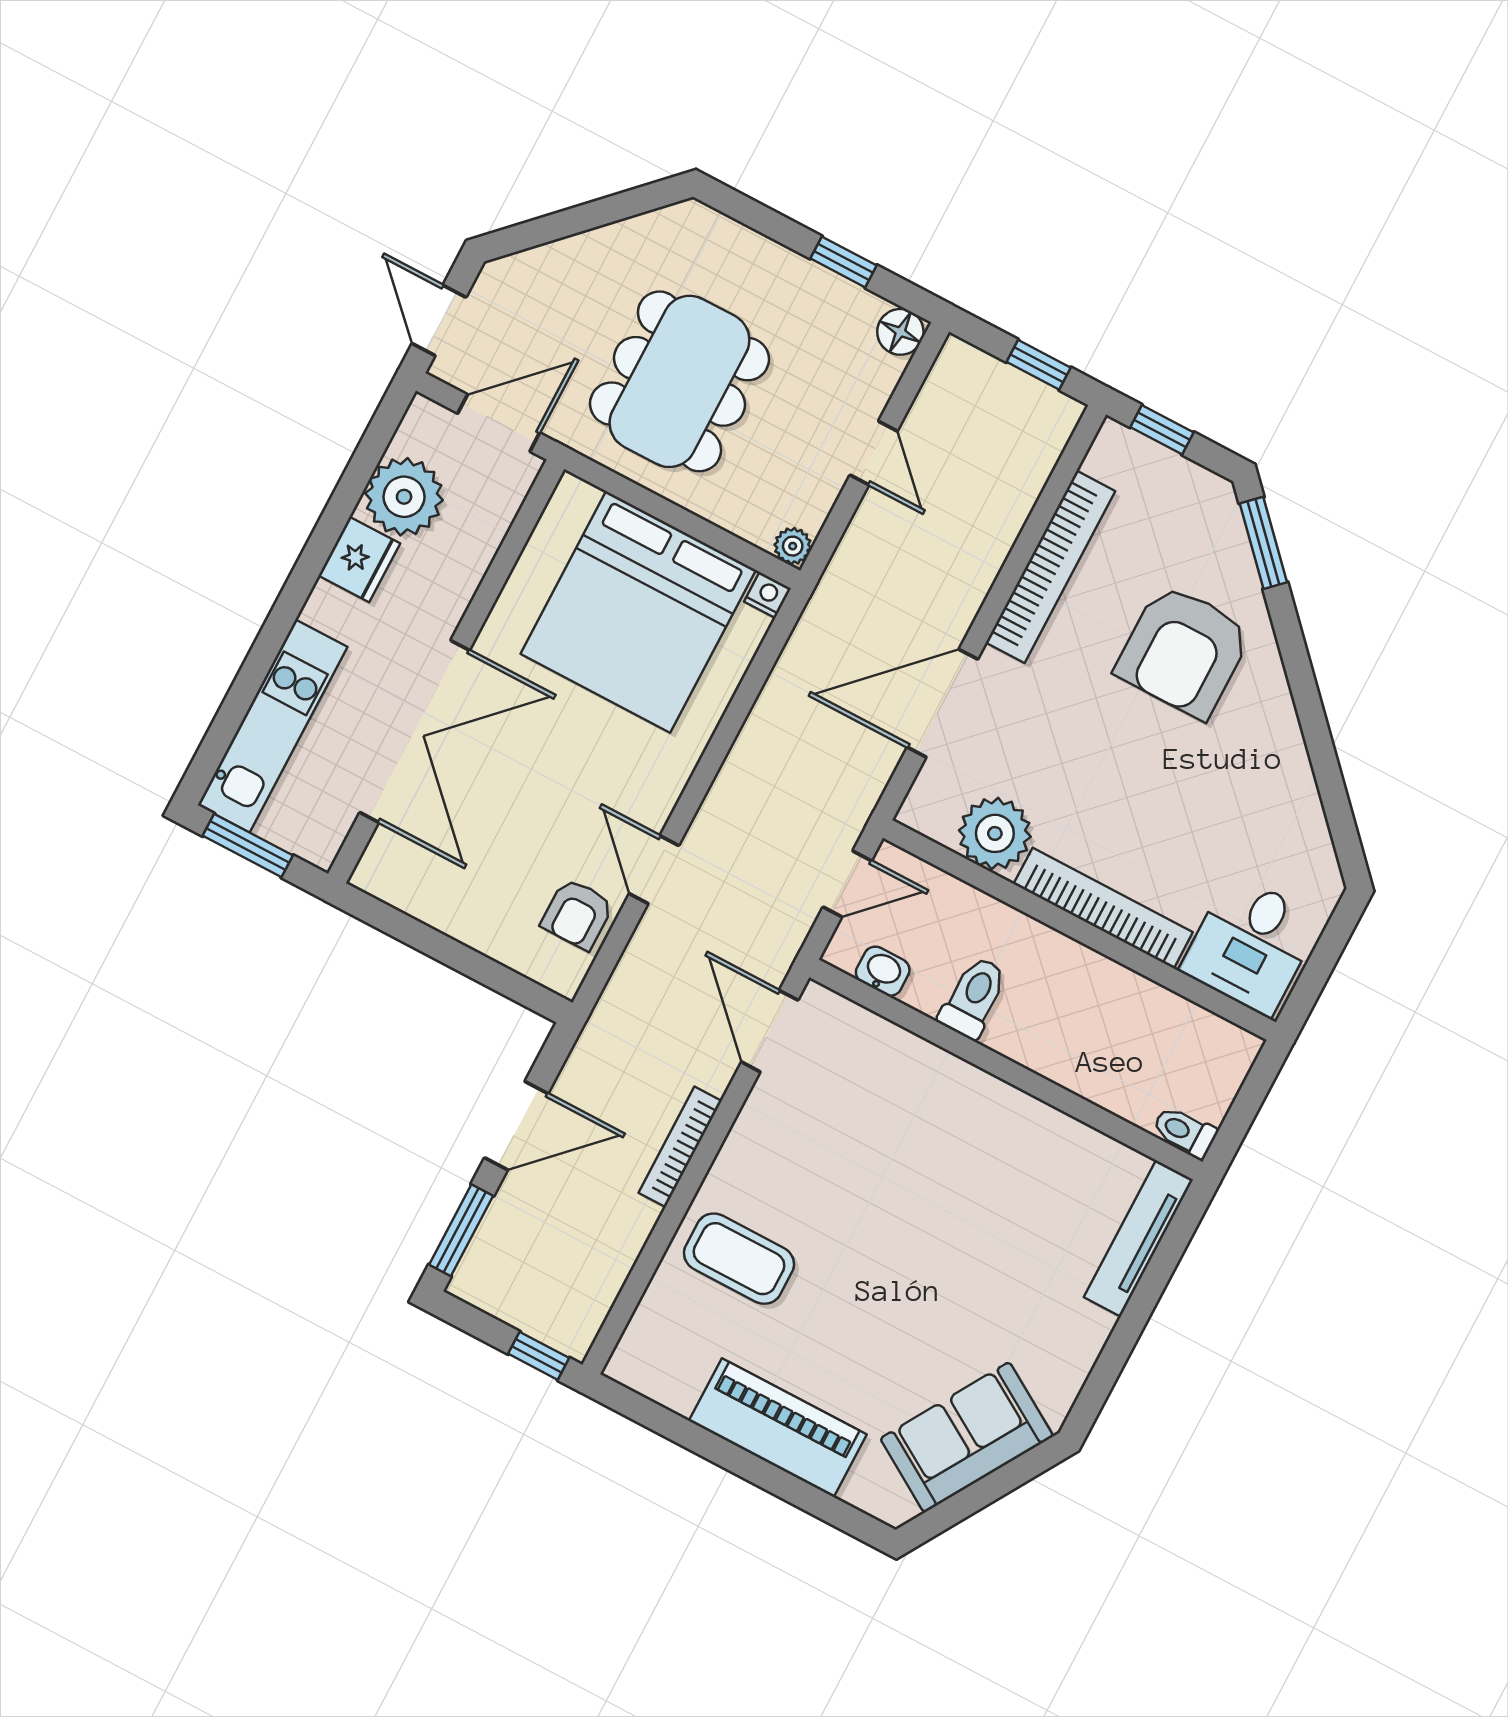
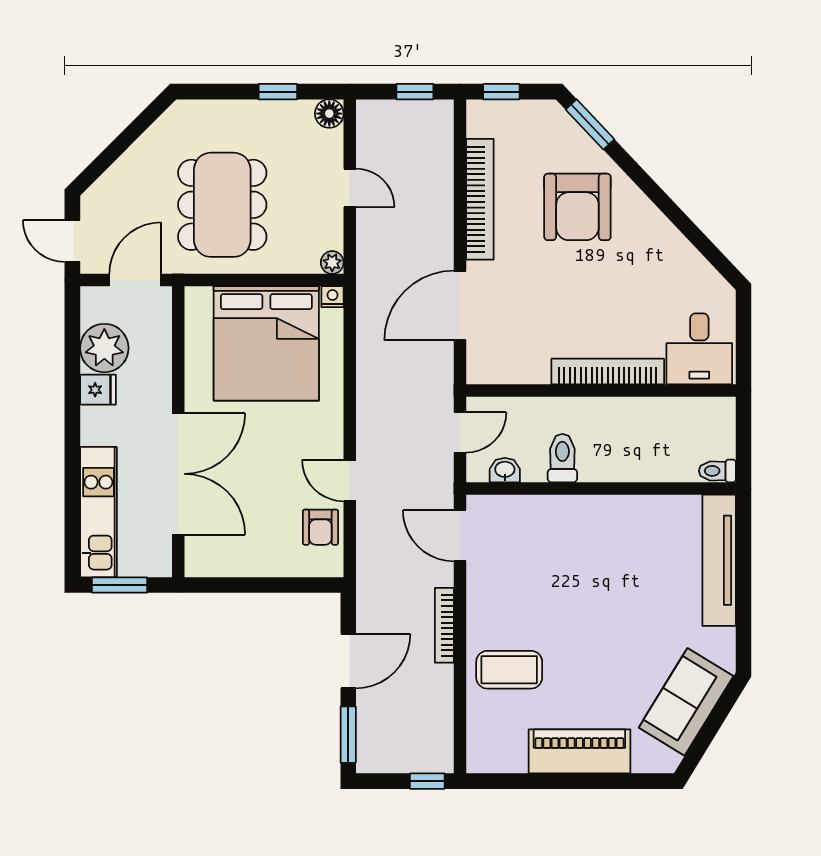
fridge: (359, 559) -> (98, 390), width x0.72
plant: (995, 833) -> (527, 362), removed
tv unit: (1138, 1238) -> (719, 560), width x1.36, depth x1.29

